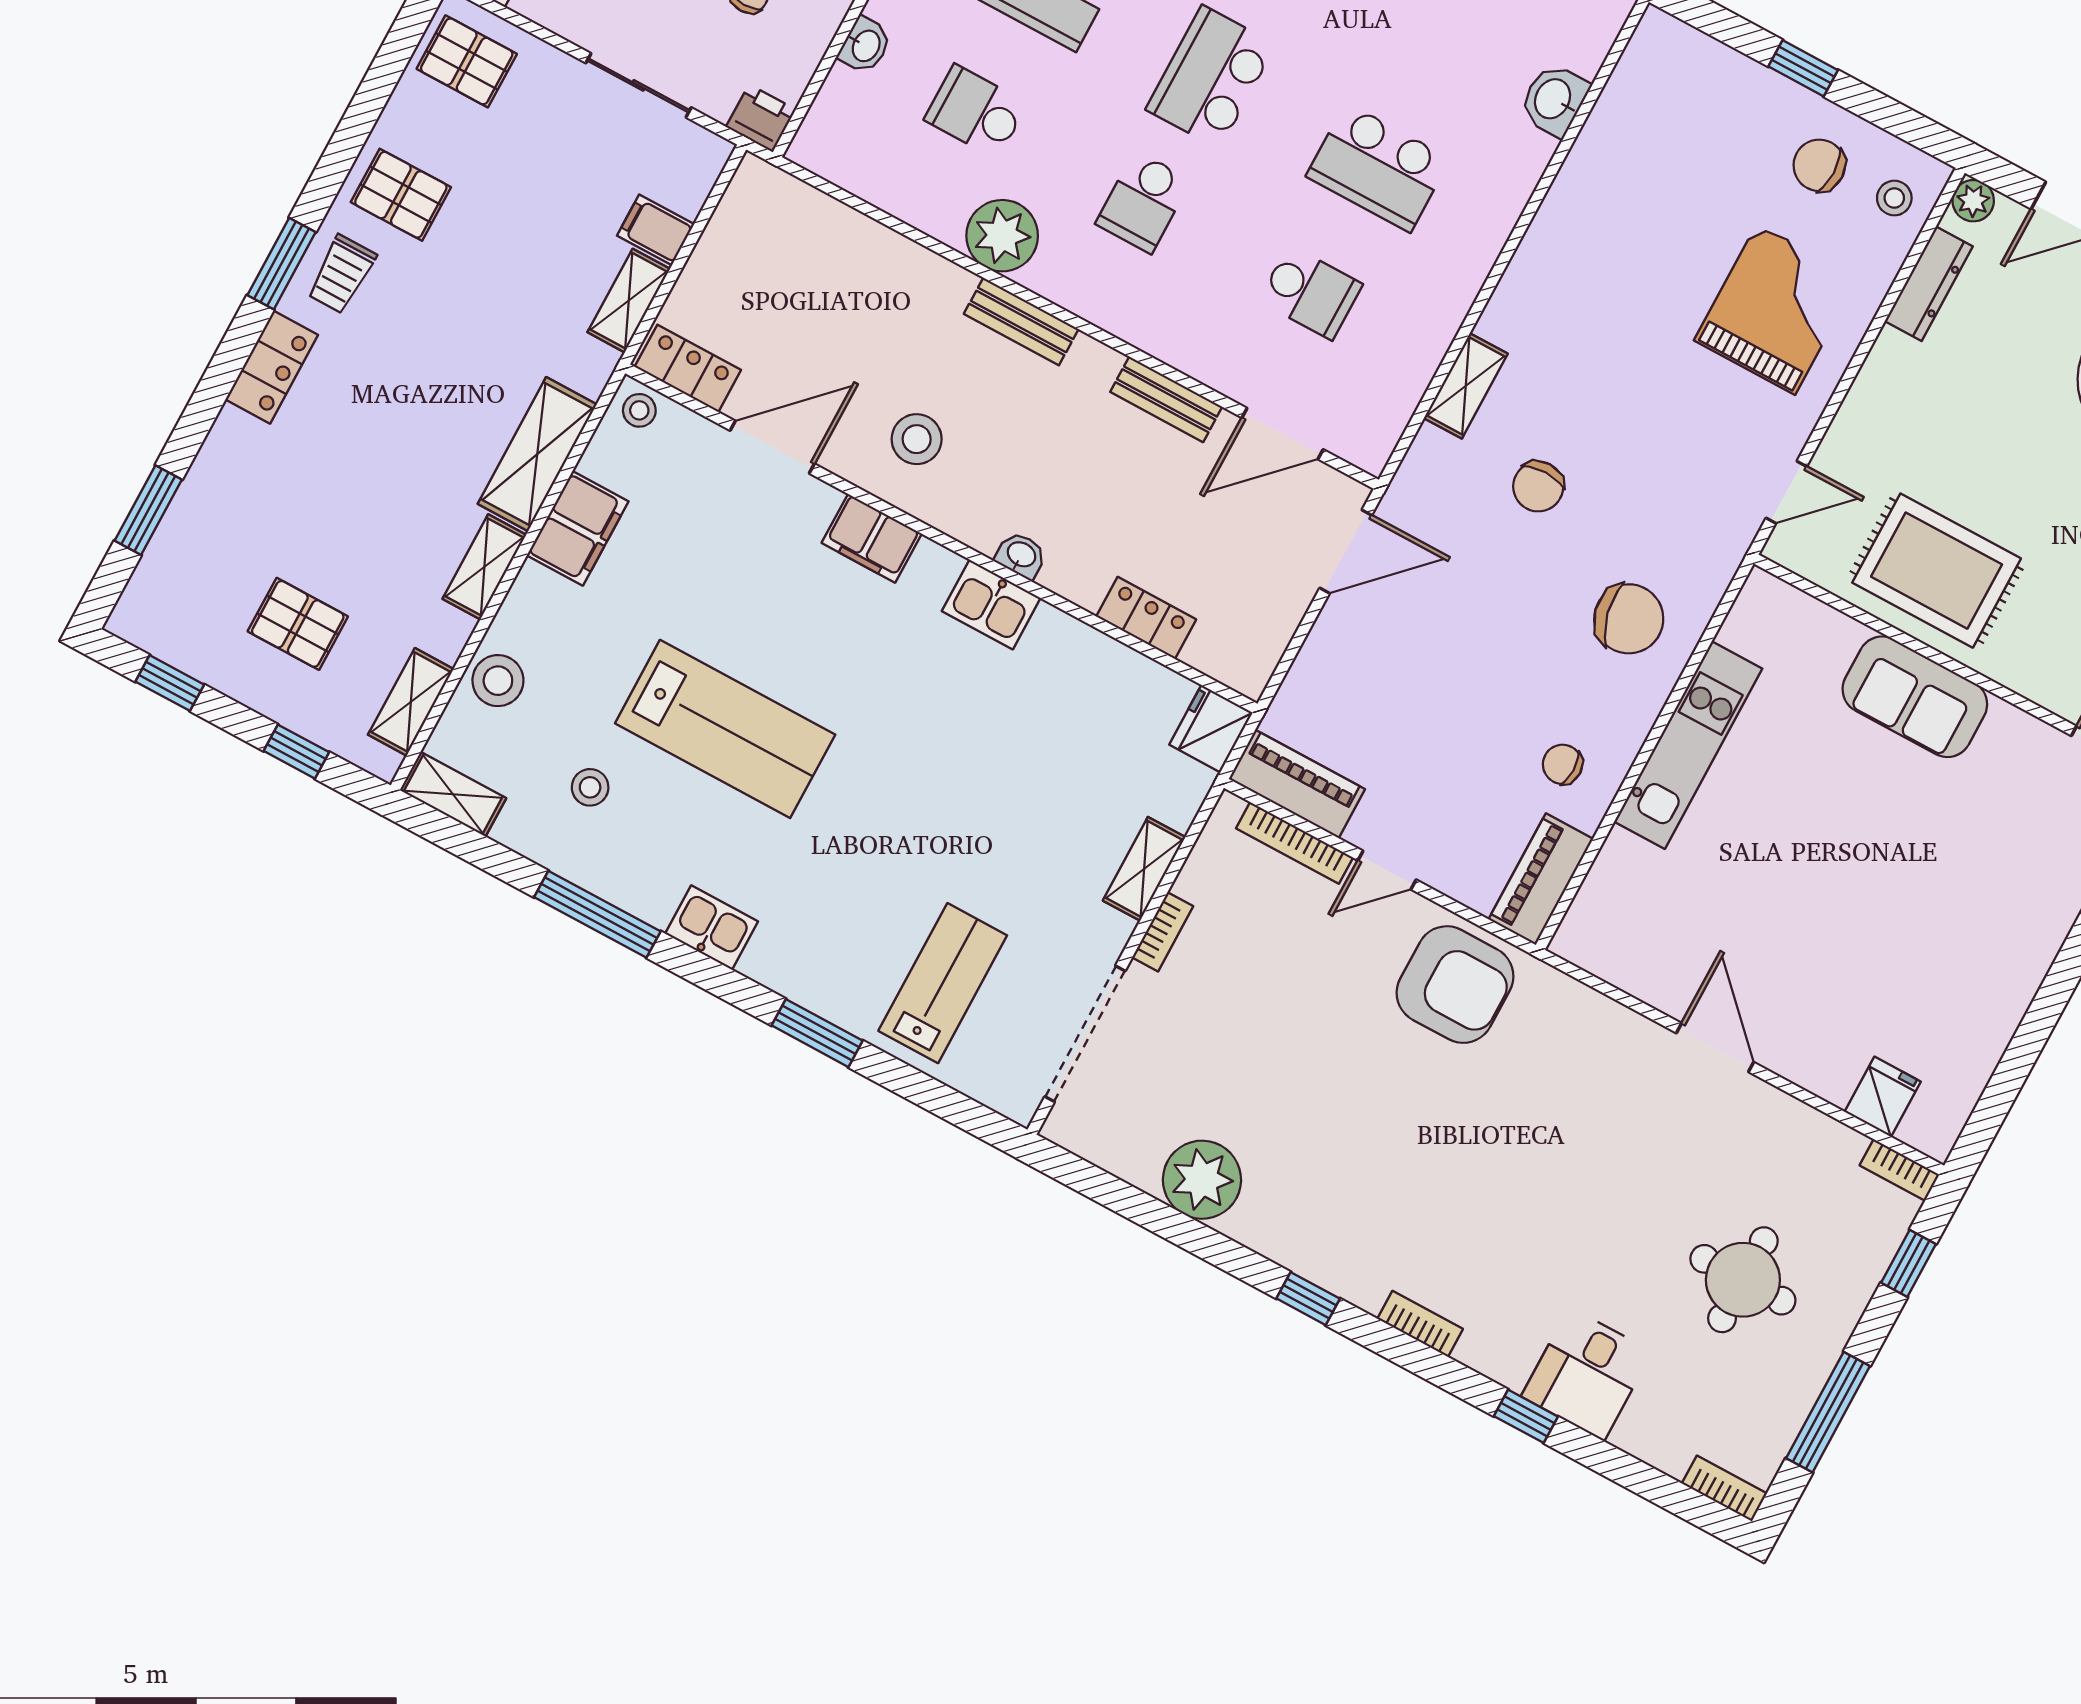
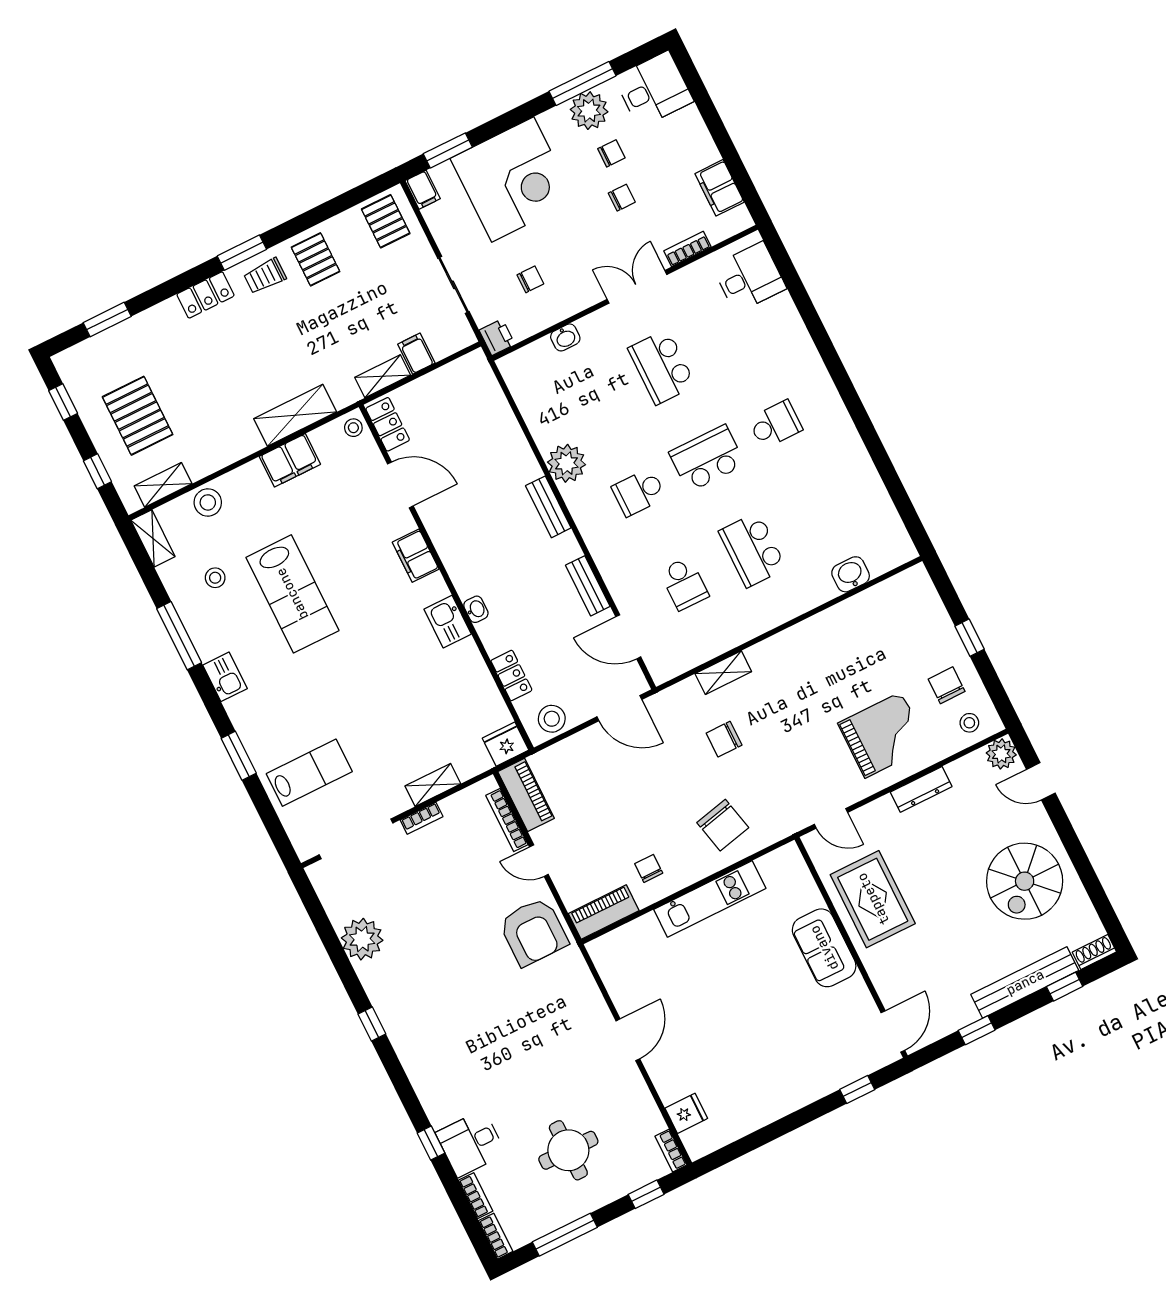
school desk: (976, 112) -> (593, 401), removed
plant: (1973, 201) -> (1001, 754), width x1.38, depth x1.38
dresser: (1929, 284) -> (921, 789), moved
stool: (917, 439) -> (552, 719), moved
shelving: (484, 567) -> (237, 448), removed
pallet: (298, 624) -> (138, 416), width x1.50, depth x1.42
bookcase: (1420, 1324) -> (476, 1196), moved

